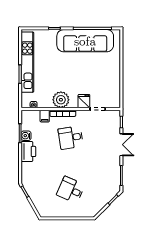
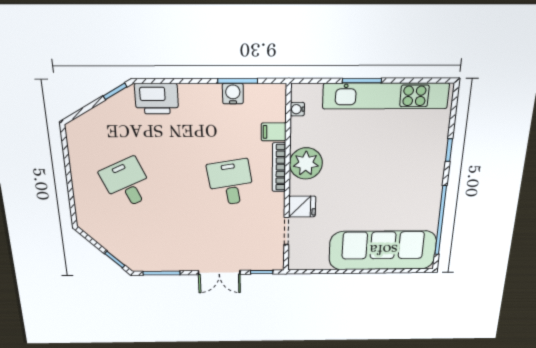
sofa: (85, 41) -> (383, 250), moved, turned 90
printer: (28, 151) -> (157, 99), moved
desk: (71, 190) -> (127, 183), turned -48

